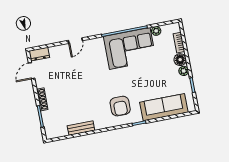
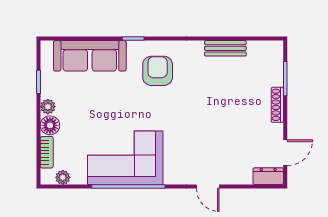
plant: (156, 31) -> (63, 177), moved
door: (75, 41) -> (208, 187), swing flipped

